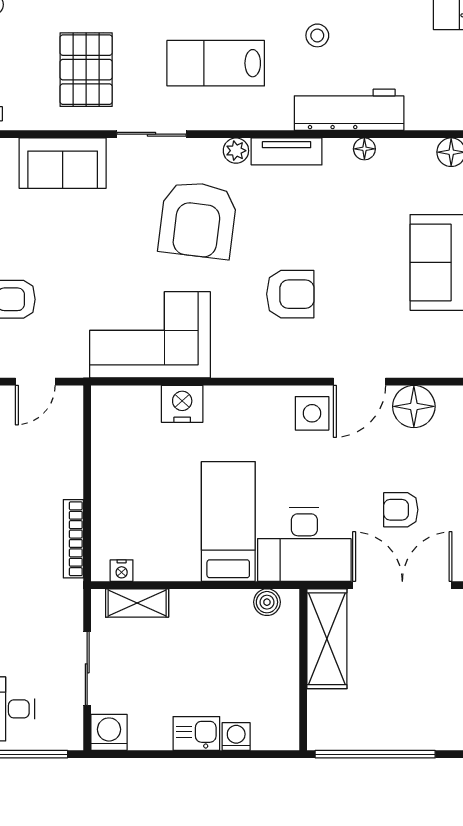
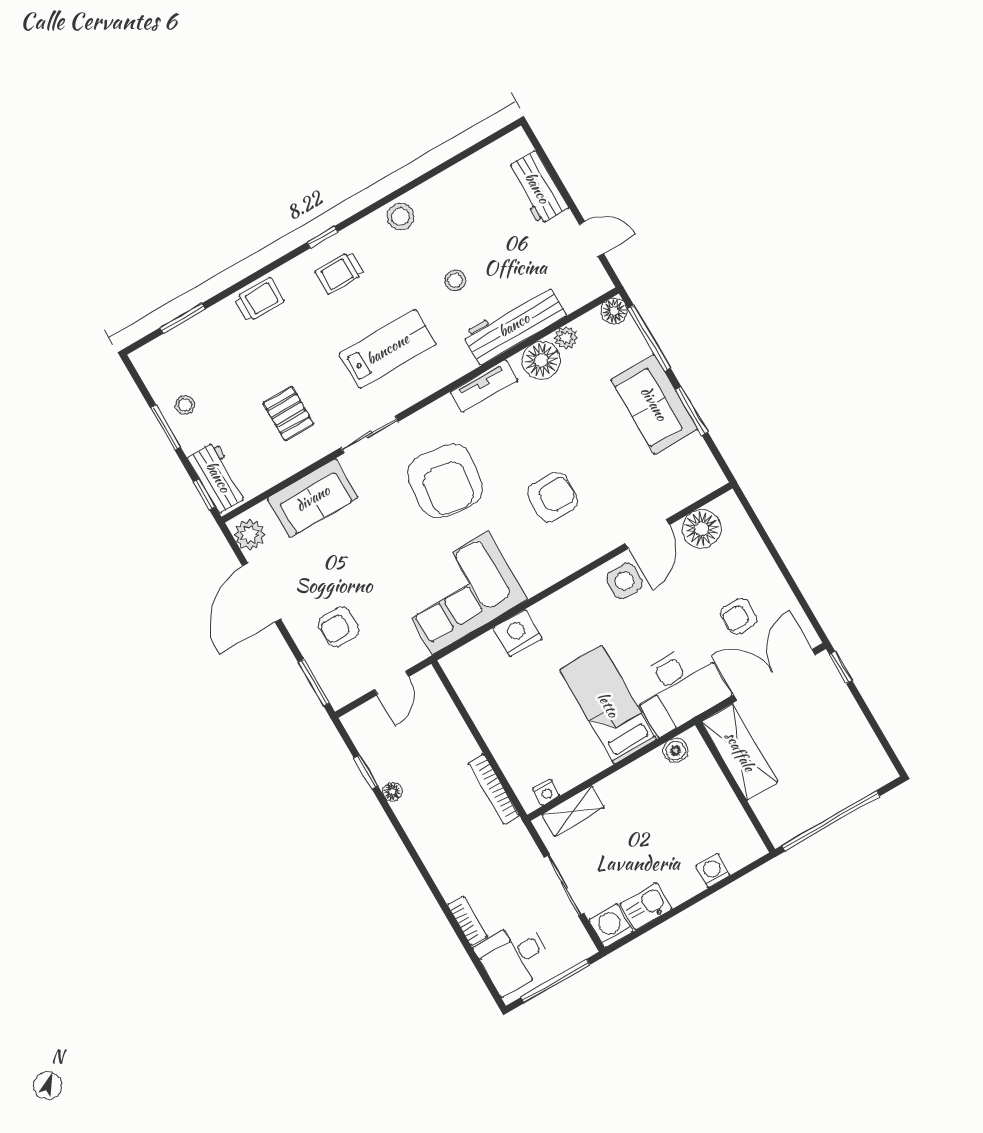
lab bench: (216, 63) -> (388, 349), turned 180
pallet: (86, 70) -> (288, 414), width x0.67, depth x0.71
floor lamp: (364, 149) -> (541, 360), width x1.89, depth x1.89
plant: (236, 151) -> (566, 338), moved
kitchen sink: (196, 733) -> (646, 906), moved

